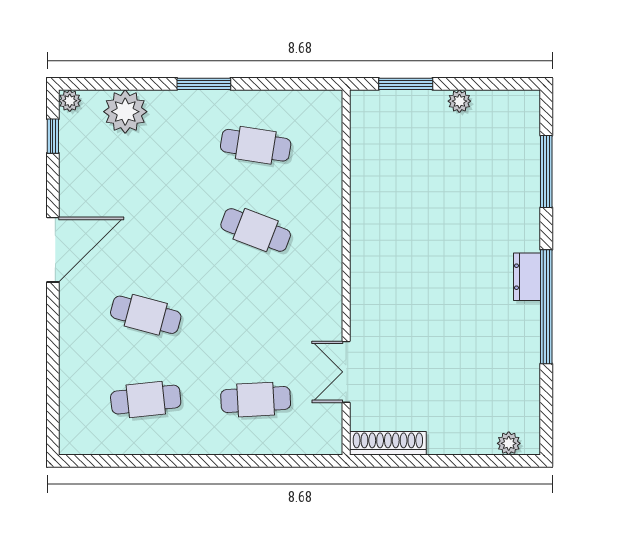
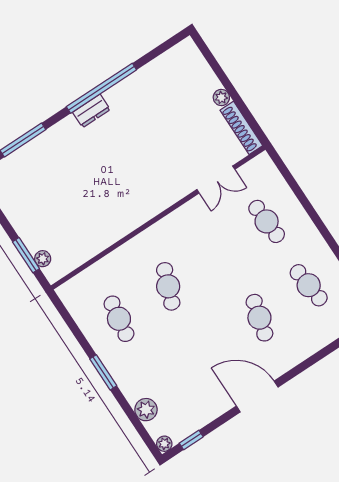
plant: (459, 101) -> (43, 259), moved
plant: (125, 112) -> (146, 410), width x0.73, depth x0.73
plant: (509, 443) -> (221, 98), moved

